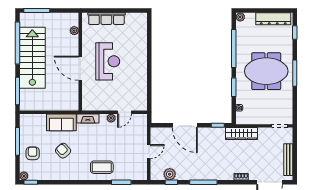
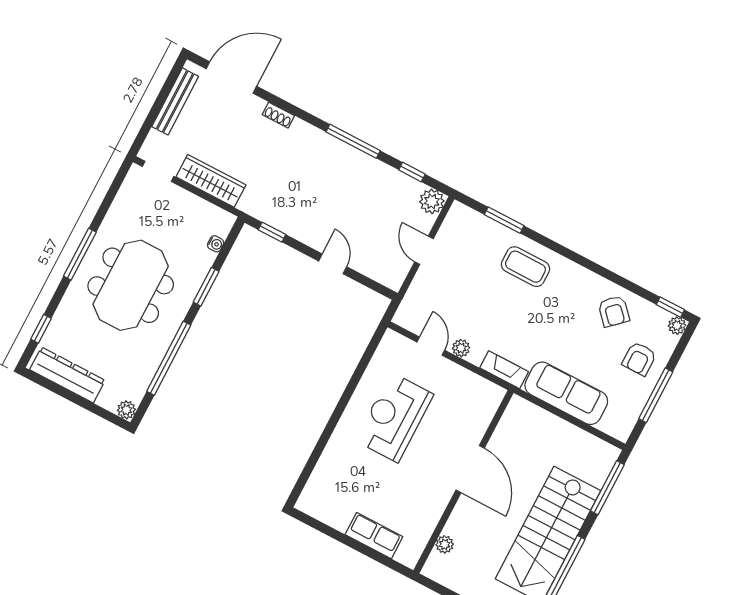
row of seats: (106, 19) -> (374, 536), width x0.68
reception desk: (108, 61) -> (394, 418), moved
meeting table: (266, 71) -> (131, 285), turned 90
door: (124, 112) -> (431, 346), hinge flipped
sofa: (61, 122) -> (566, 393), width x1.36
door: (185, 125) -> (333, 264), width x0.53
wardrobe: (242, 134) -> (211, 181), moved
armchair: (63, 151) -> (614, 311), moved
door: (149, 152) -> (424, 250), hinge flipped
plant: (170, 174) -> (432, 201), moved

